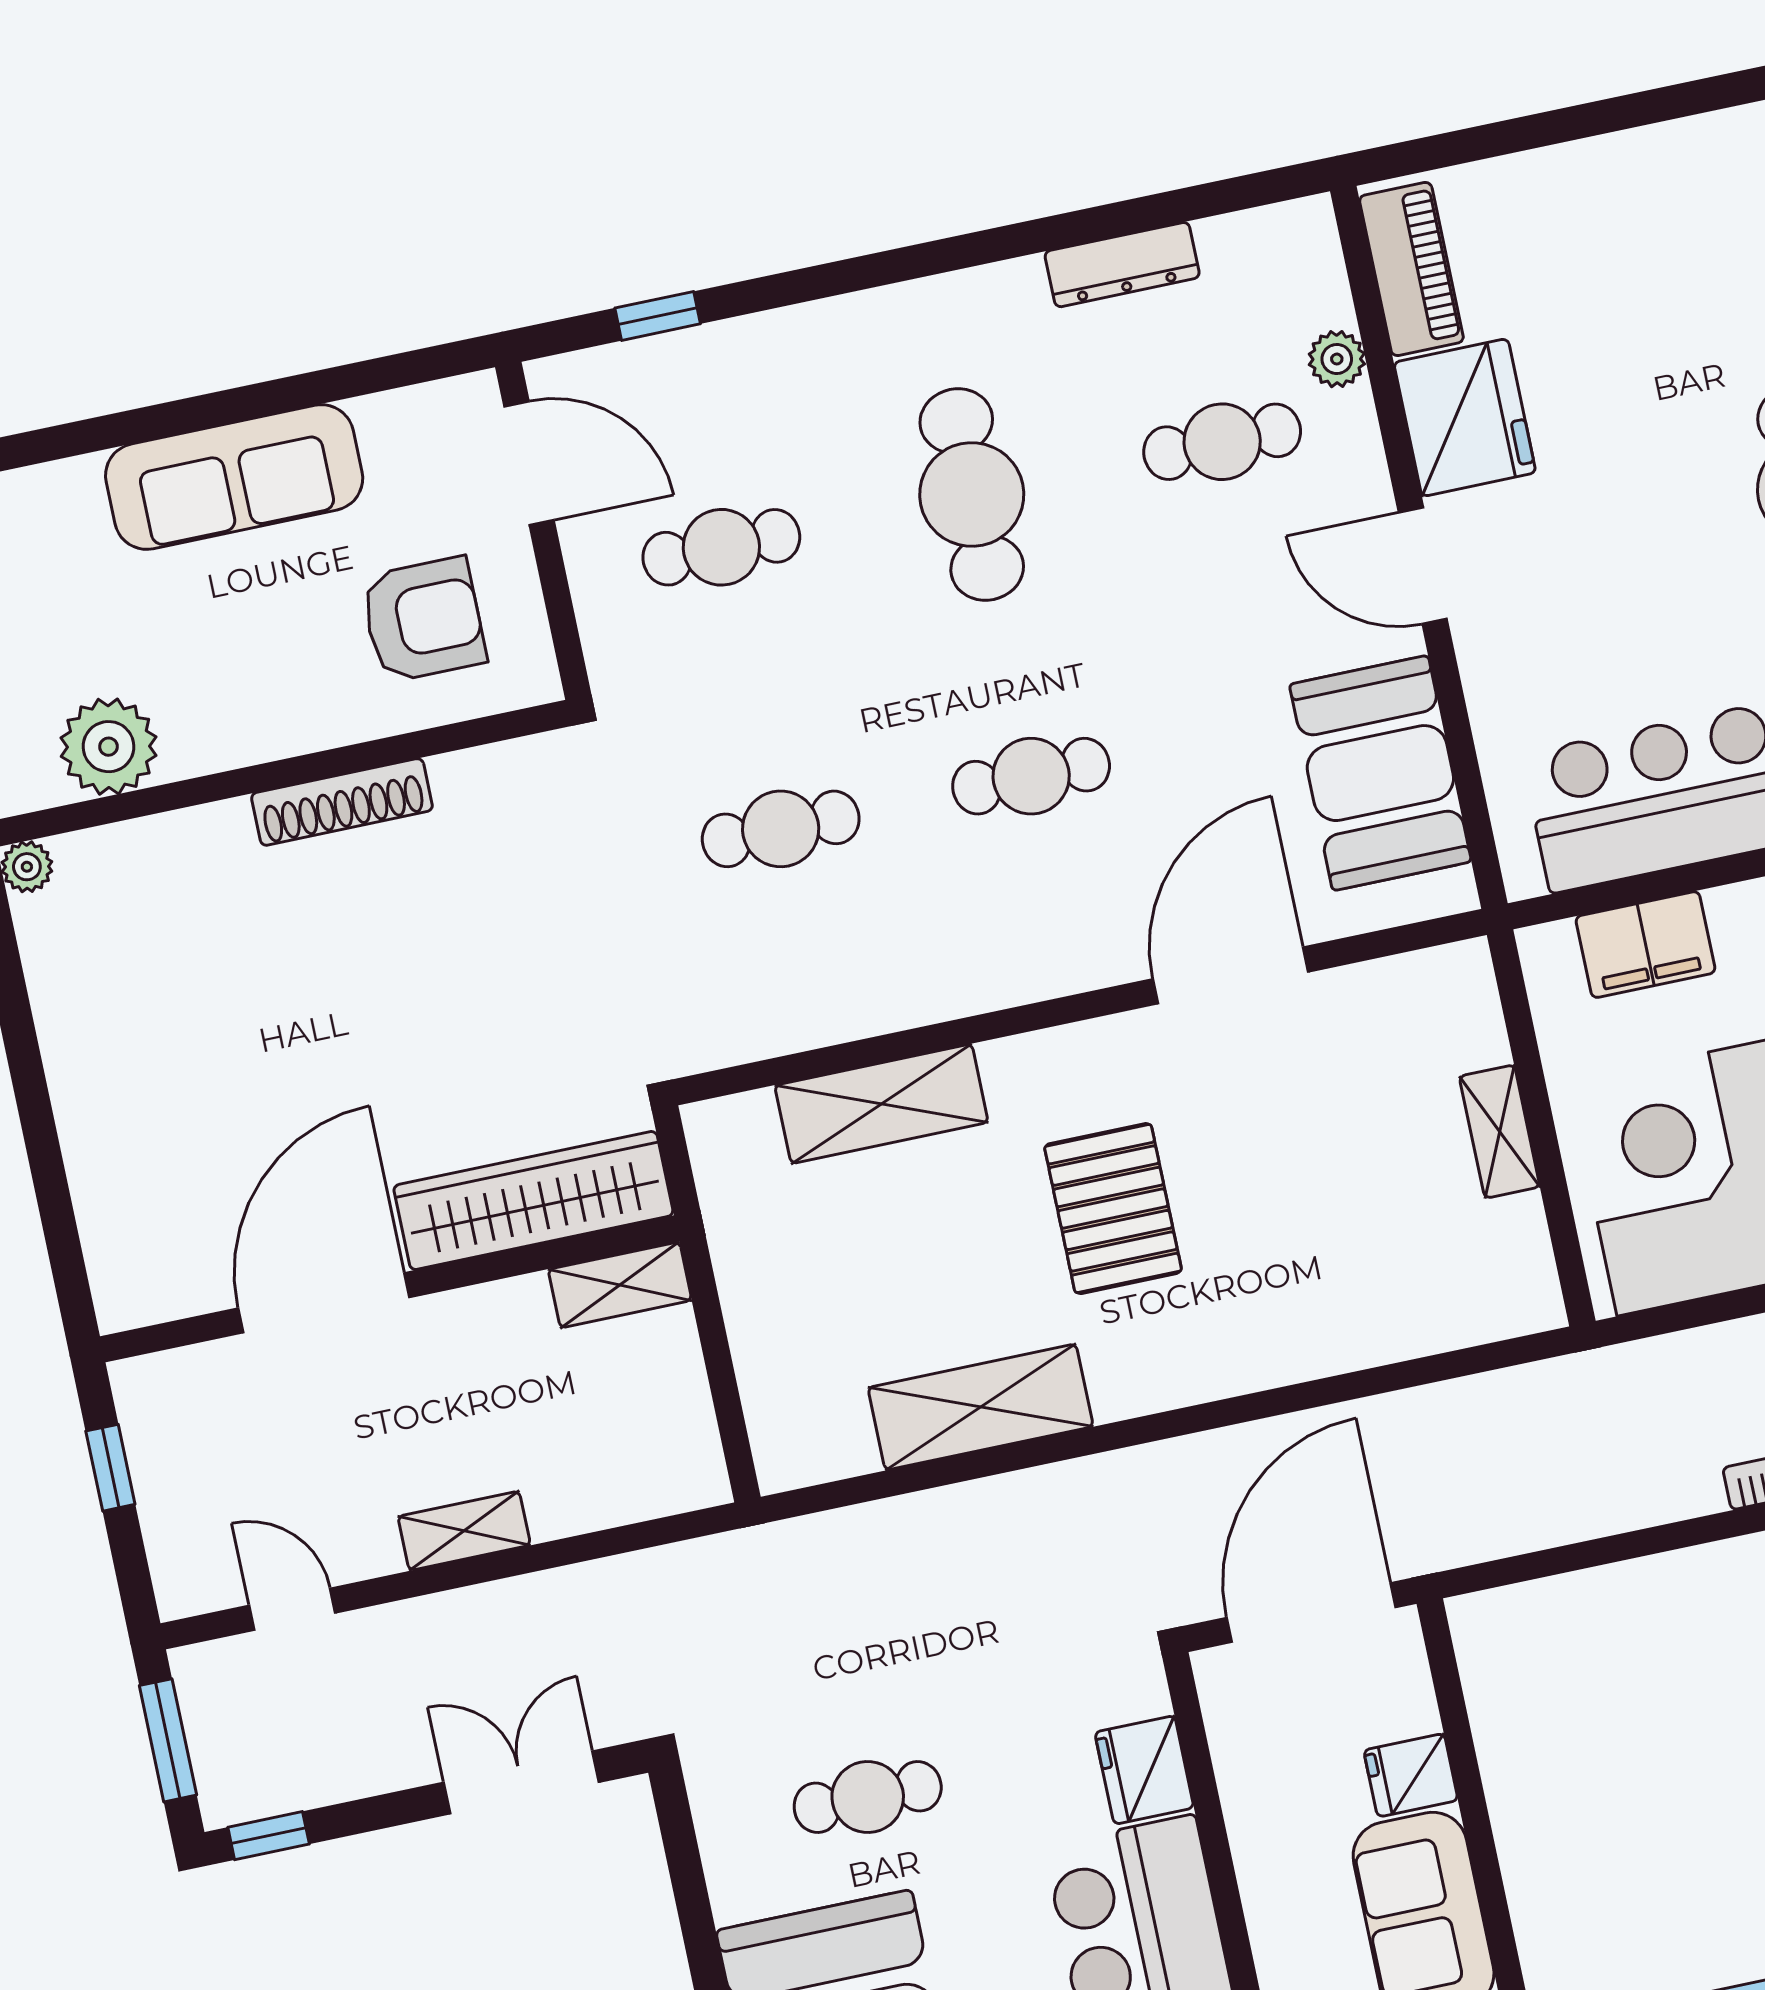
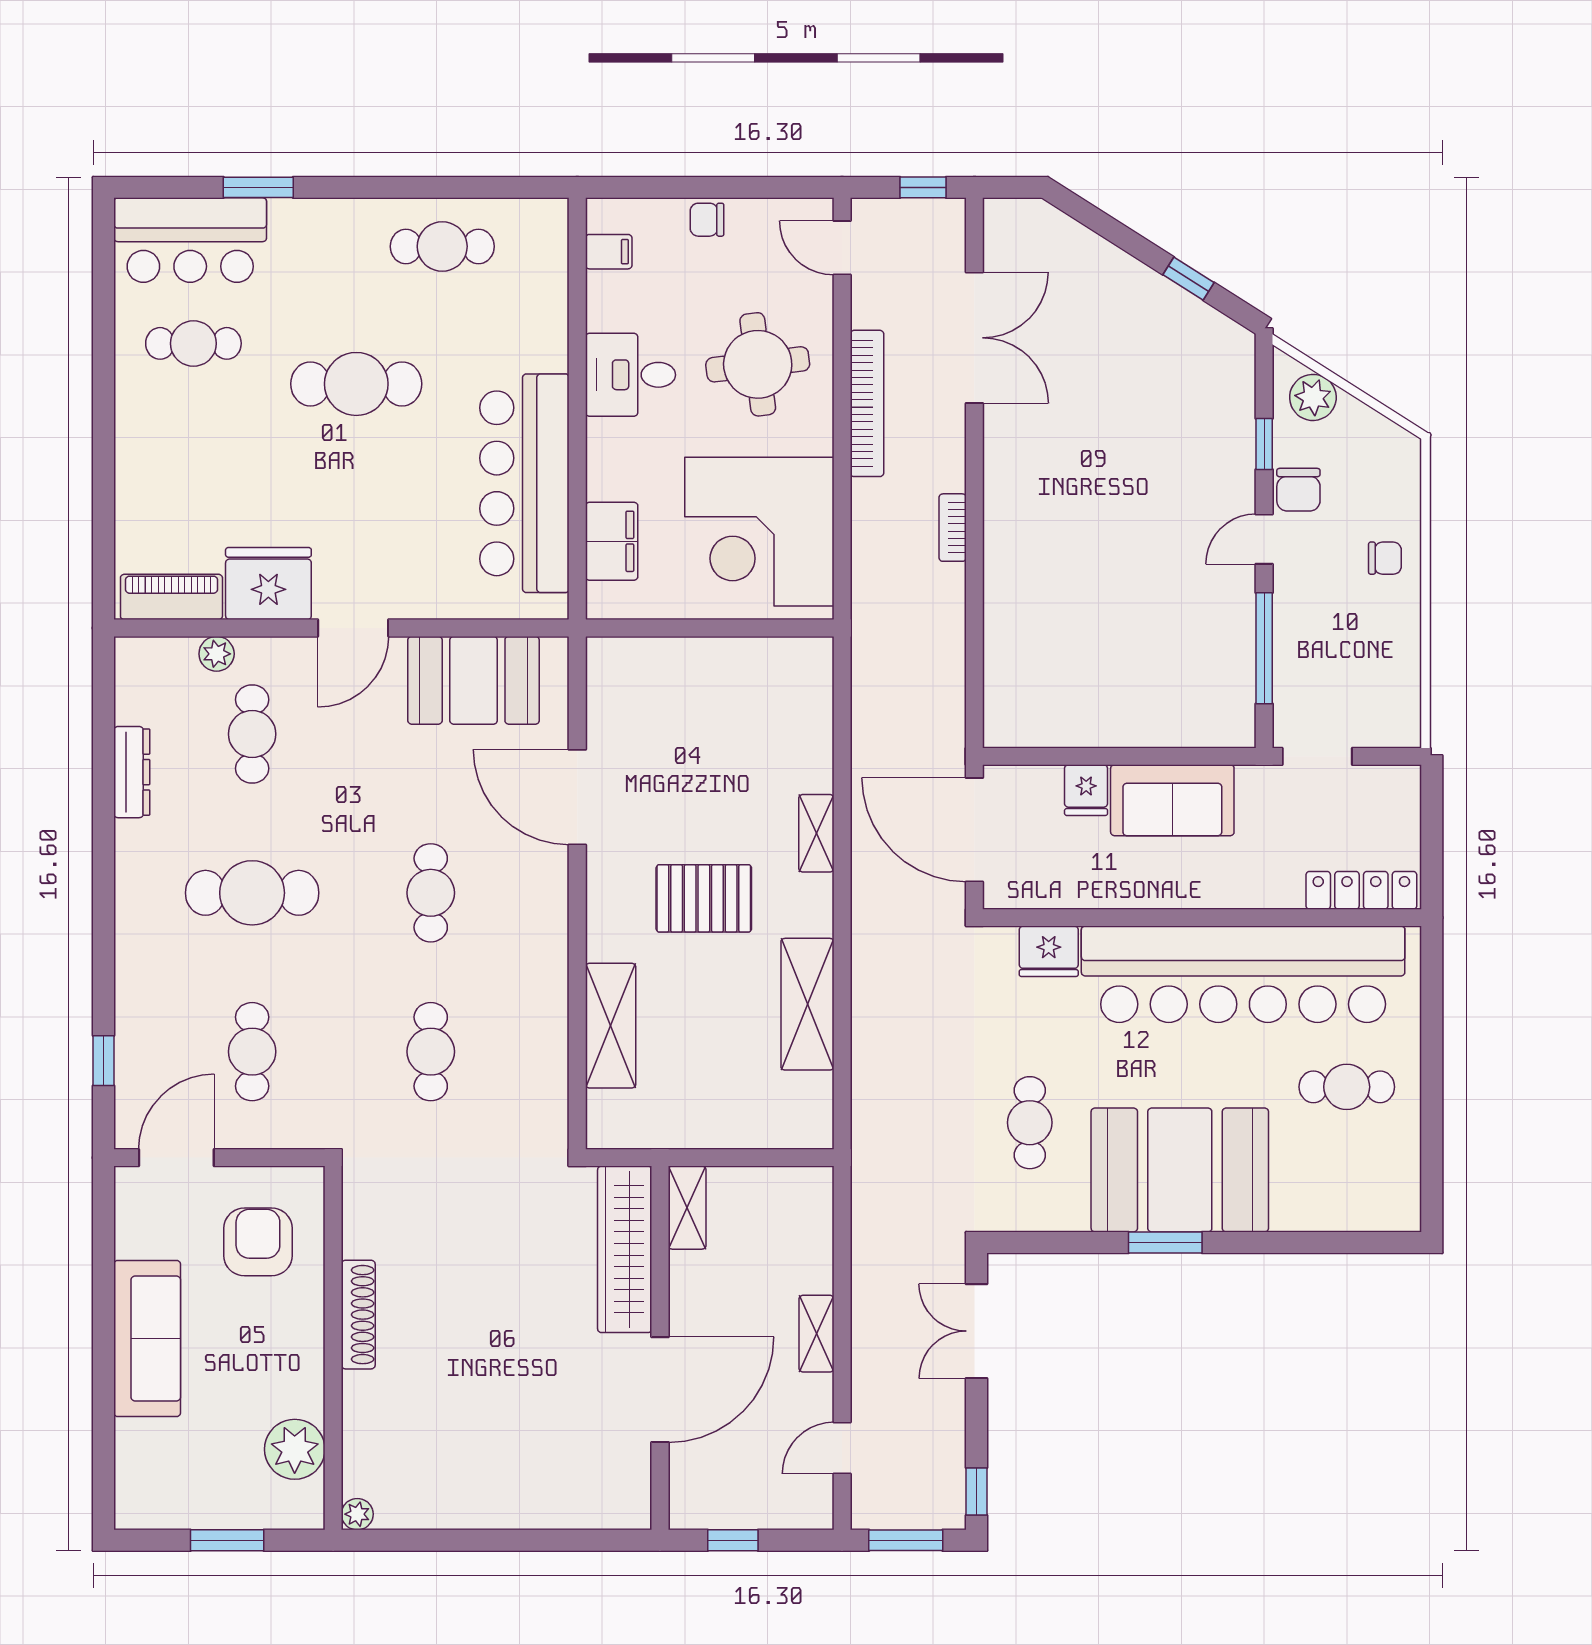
shelving: (1500, 1132) -> (816, 833), moved, turned 90
door: (324, 1303) -> (660, 1390), swing flipped

